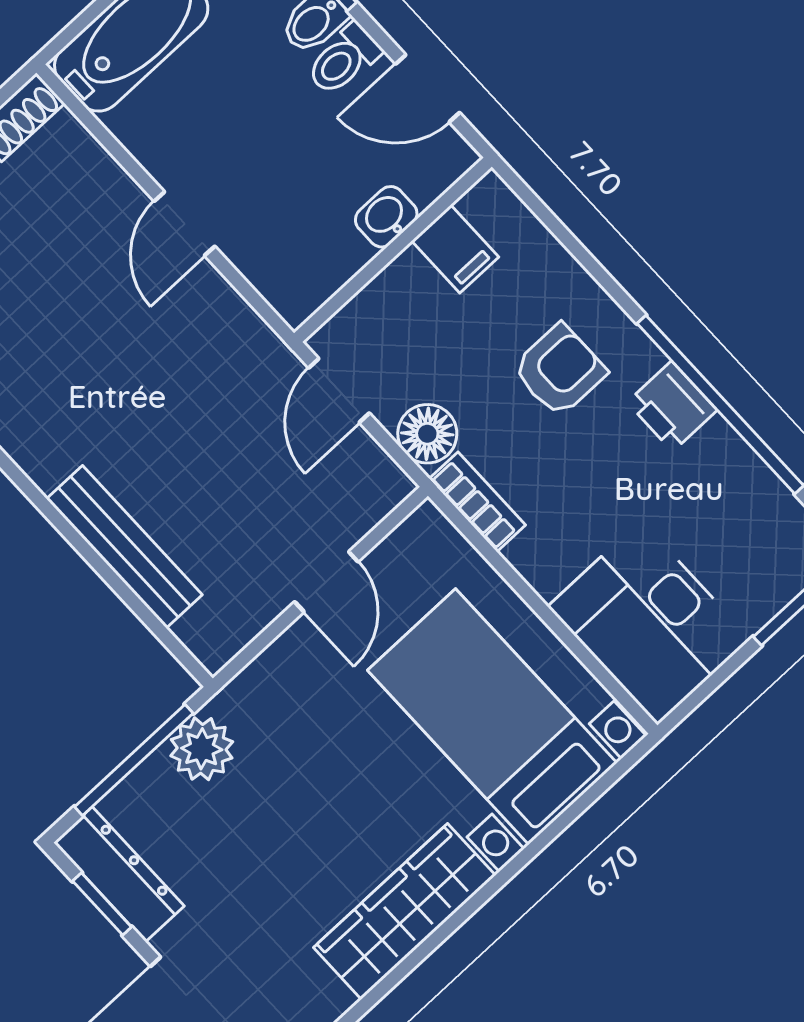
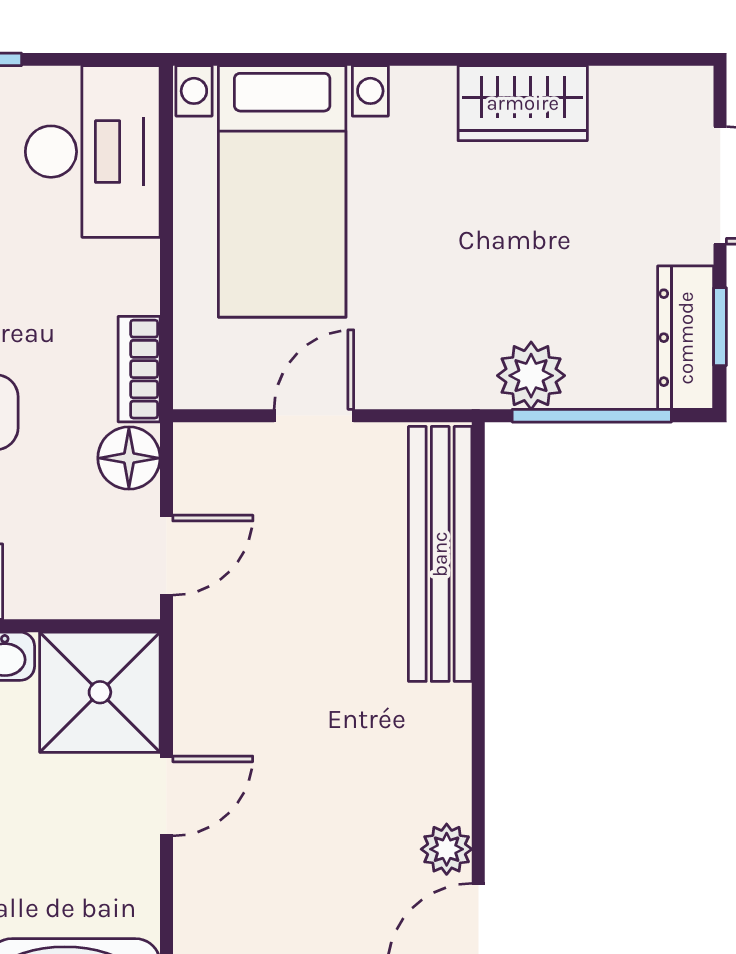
shower: (297, 253) -> (100, 692), added
bench: (124, 547) -> (440, 554), width x1.37, depth x1.21
wardrobe: (405, 911) -> (523, 103), width x0.67

